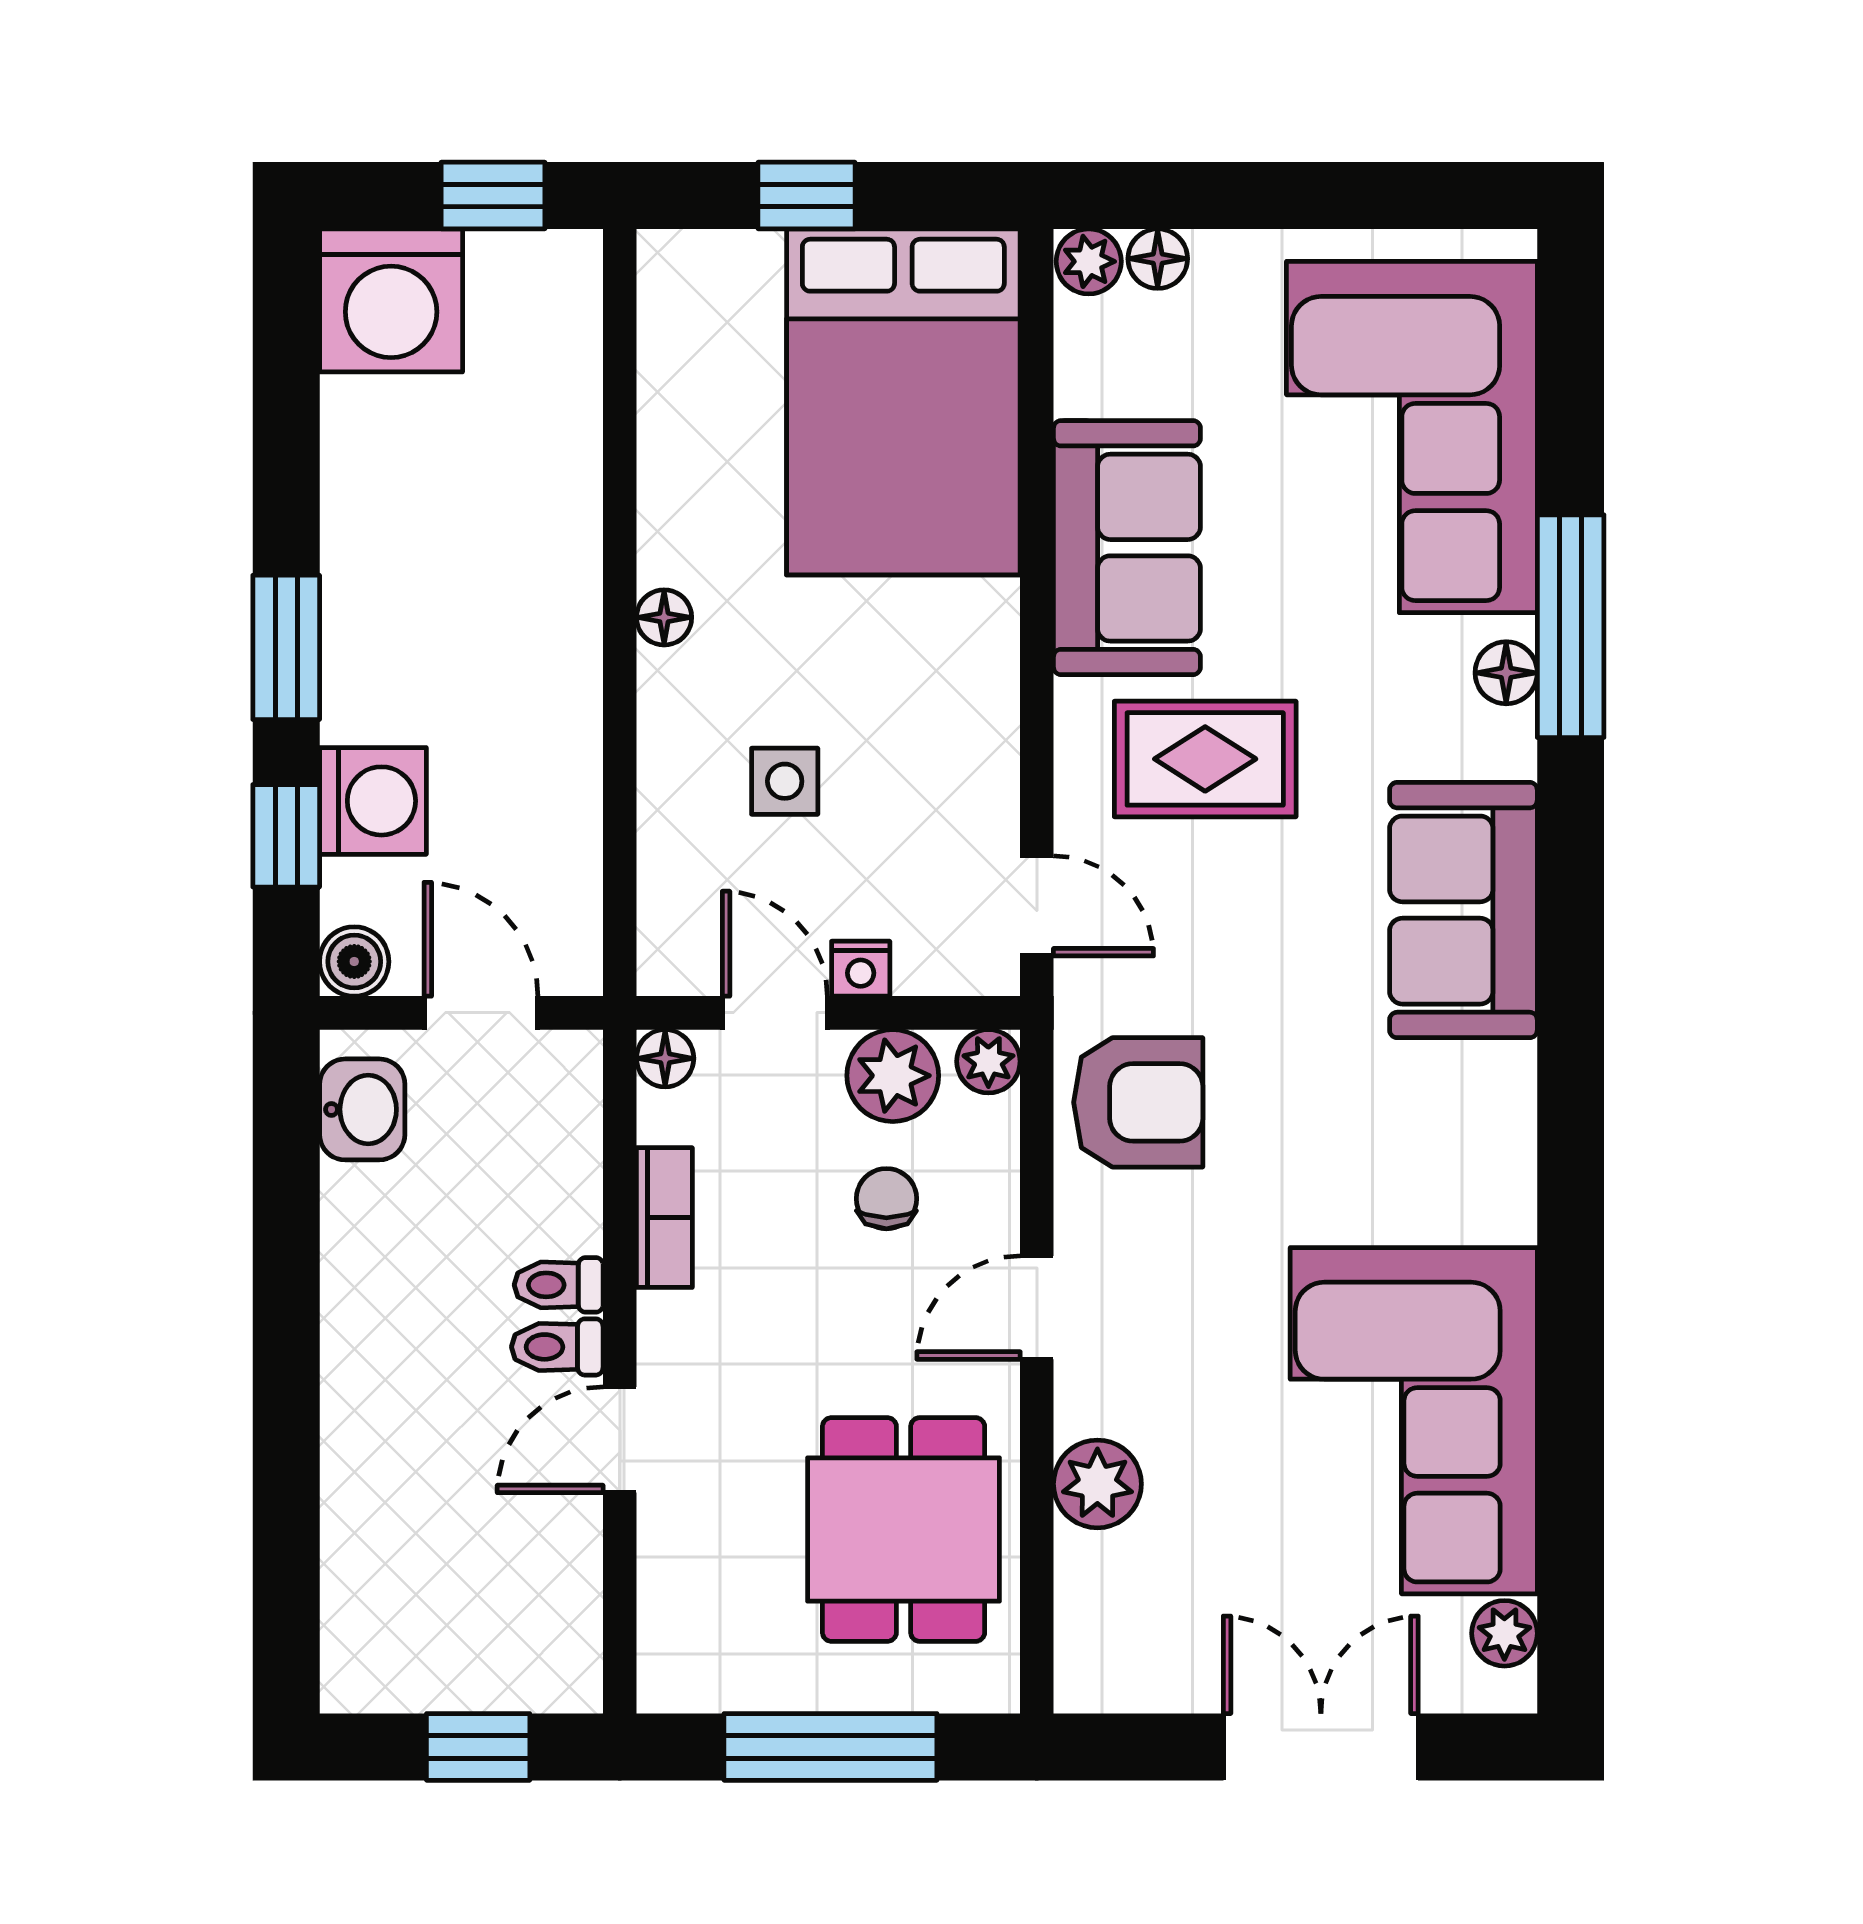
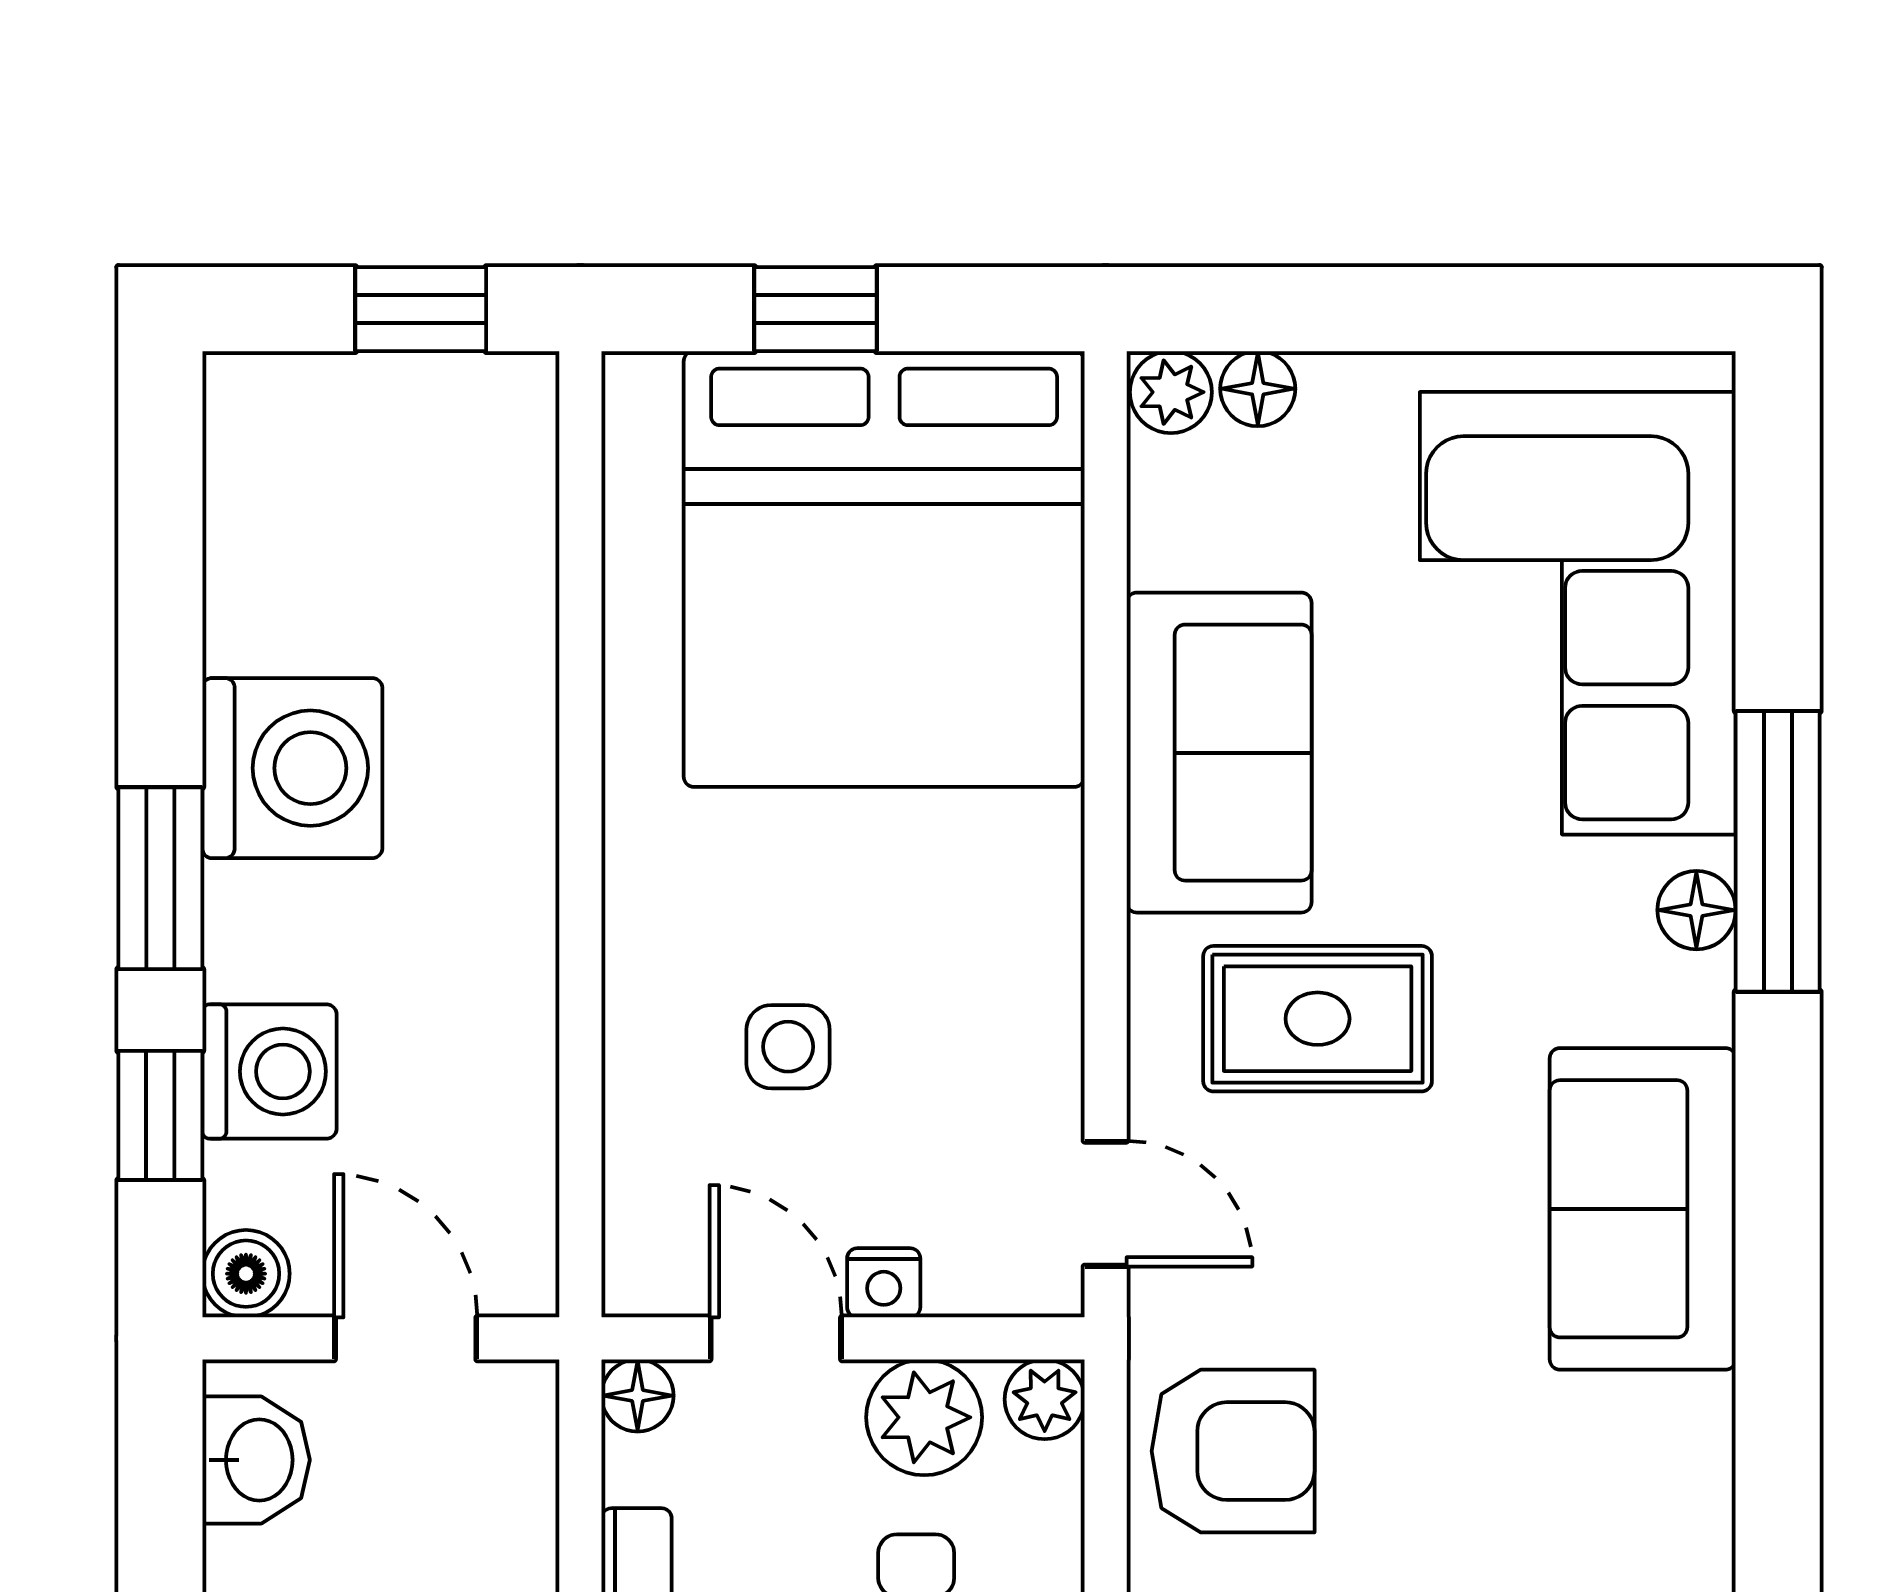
washing machine: (391, 300) -> (292, 768), moved, turned -90
bed: (903, 402) -> (884, 569), width x1.36
floor lamp: (664, 617) -> (636, 840), removed

